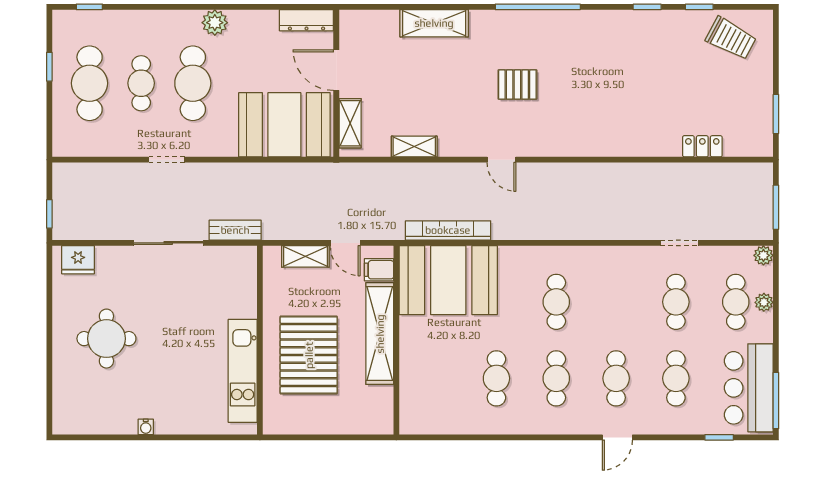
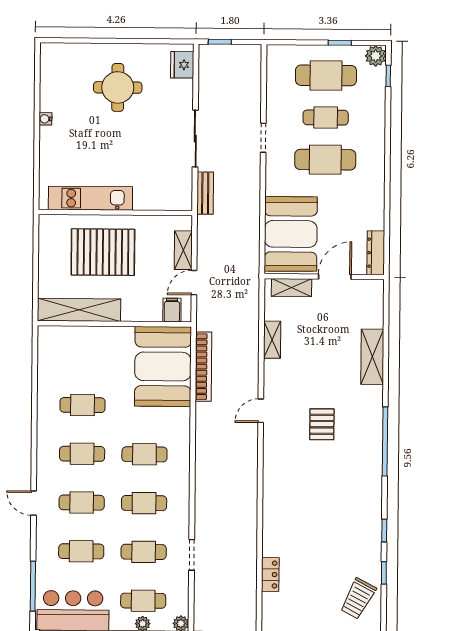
plant: (215, 23) -> (376, 56), moved
cafe table: (616, 302) -> (144, 503), added
shelving: (380, 334) -> (79, 310), moved
window: (719, 437) -> (33, 586), width x2.17

